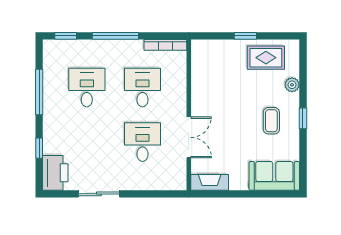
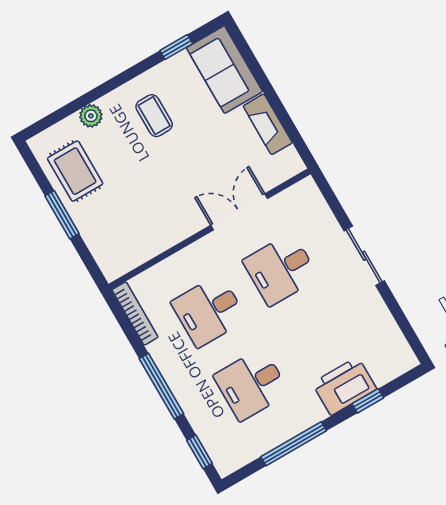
window: (245, 36) -> (62, 215), width x1.50
window: (303, 118) -> (176, 47), moved
coffee table: (271, 121) -> (154, 116), turned 90
printer: (55, 173) -> (344, 386), moved
fireplace: (210, 182) -> (268, 124), moved
sliding door: (99, 194) -> (364, 256), moved

